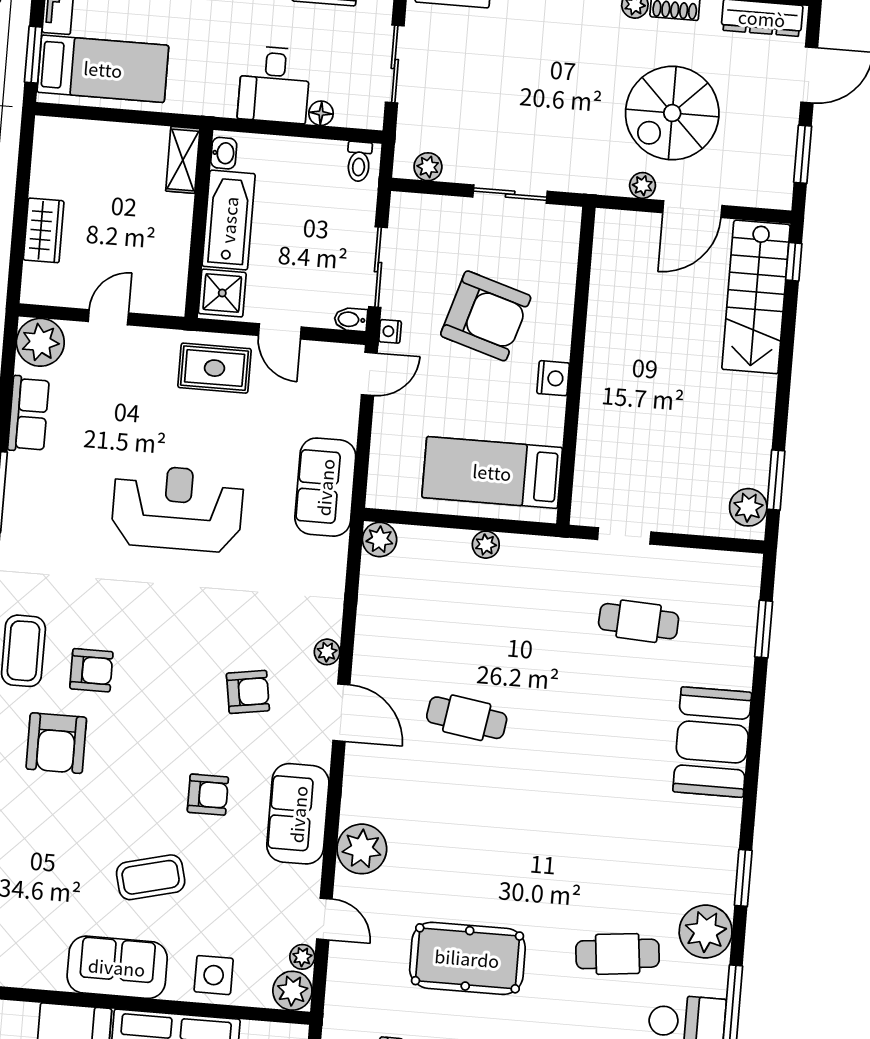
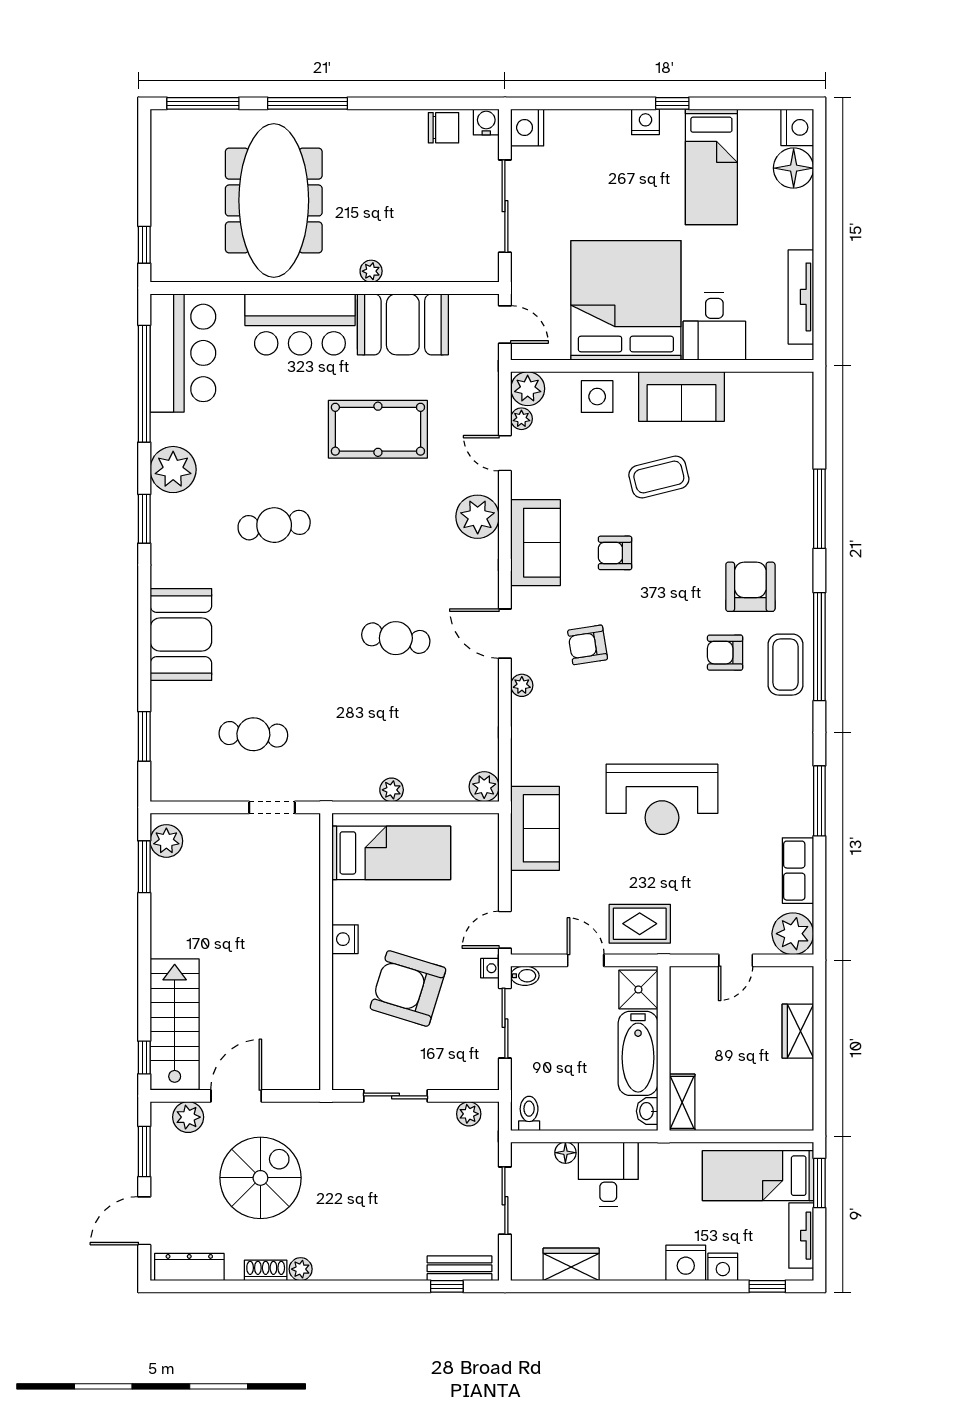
plant: (643, 185) -> (188, 1117), moved, width x1.38, depth x1.38
cafe table: (618, 954) -> (274, 525), moved

